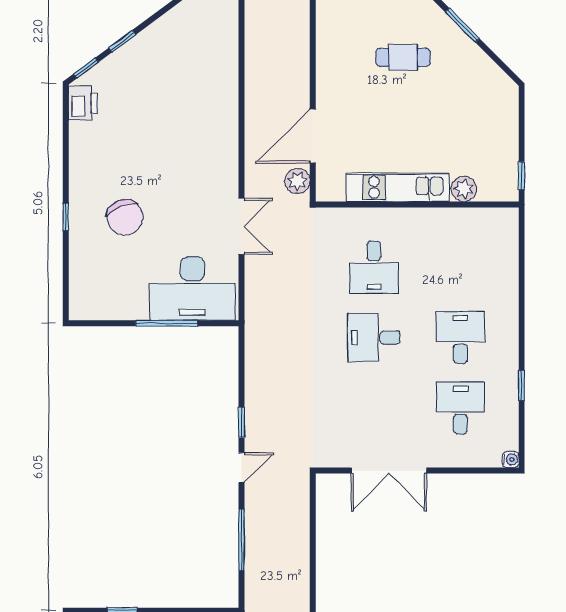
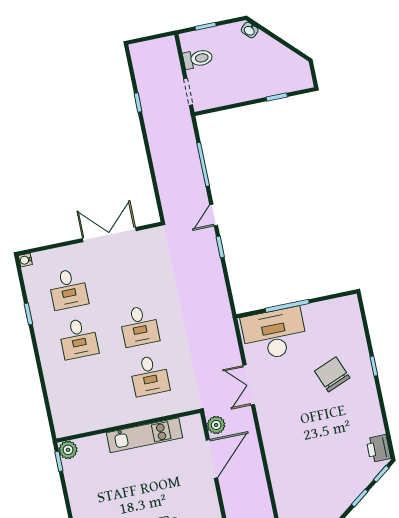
plant: (464, 189) -> (68, 450), moved
desk: (374, 267) -> (150, 375), turned 180
desk: (374, 338) -> (139, 326), turned 90

